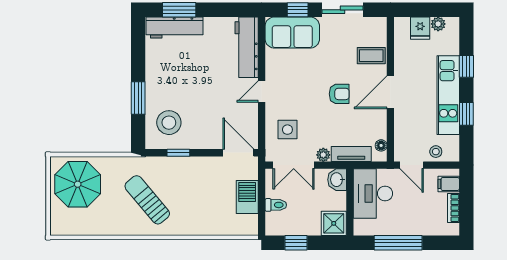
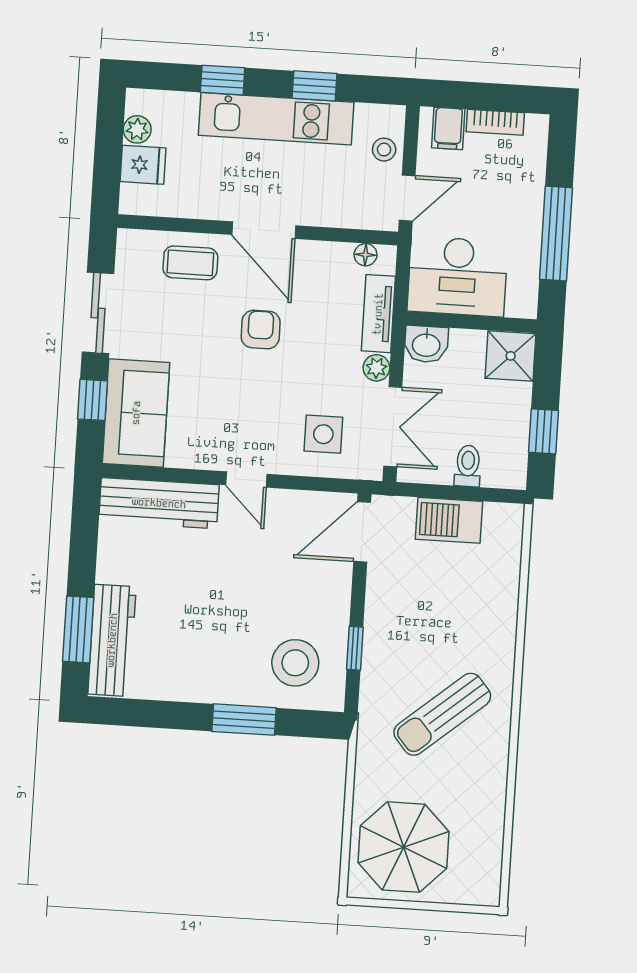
coffee table: (371, 56) -> (190, 263), turned 90

